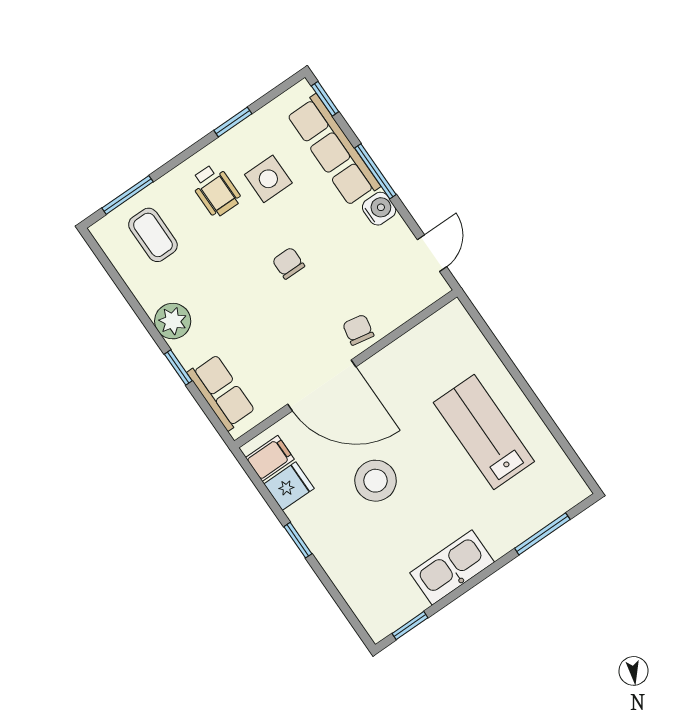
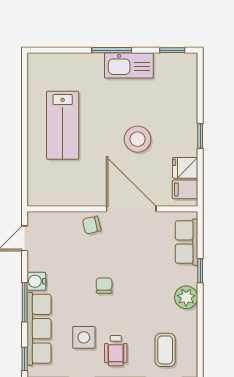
wheelchair: (216, 190) -> (116, 351), turned 180
chair: (288, 263) -> (104, 286), turned 180
chair: (358, 330) -> (92, 225), turned 66
window: (542, 534) -> (112, 50), moved

